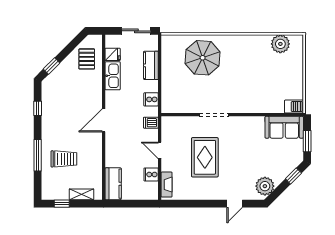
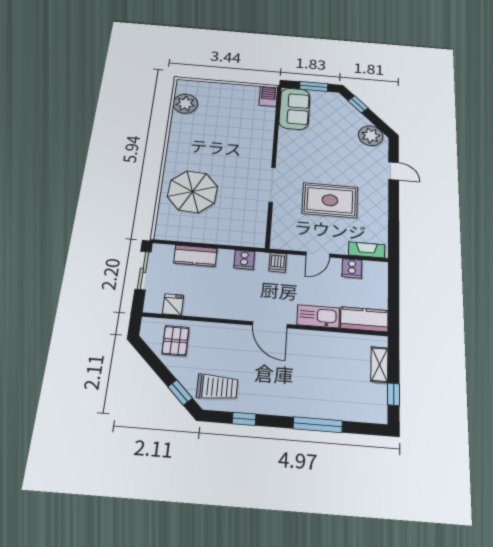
pallet: (87, 59) -> (175, 341), turned 90
kitchen sink: (113, 76) -> (318, 316), moved
trolley: (64, 159) -> (217, 387), moved, turned 90

